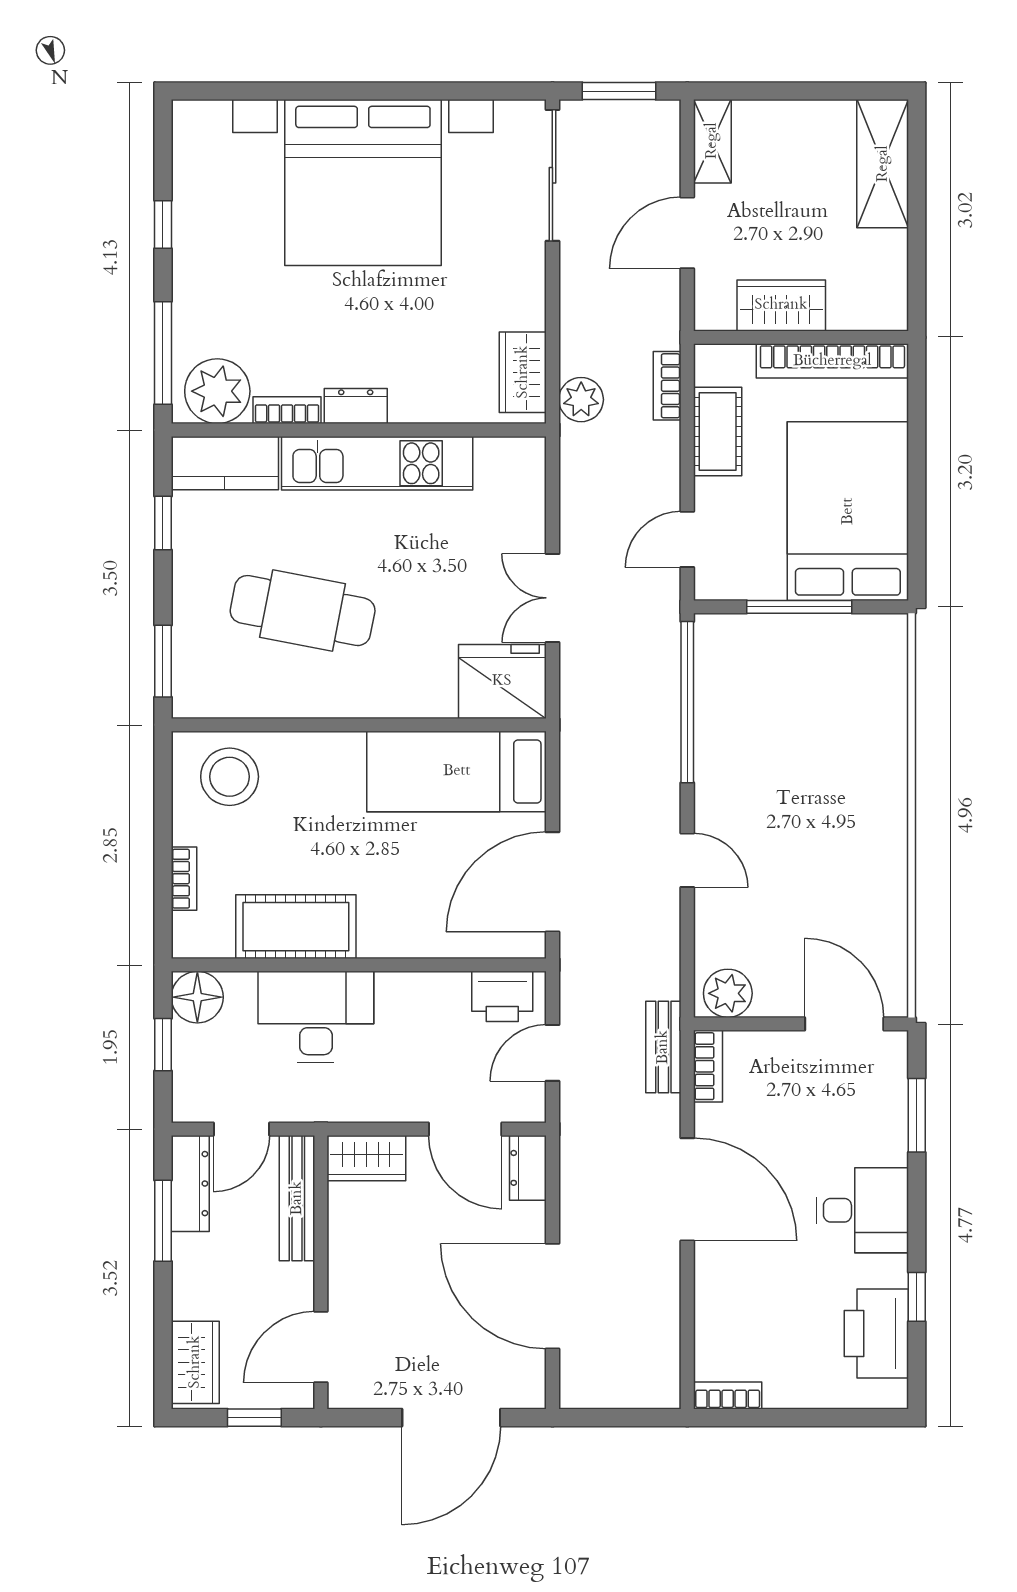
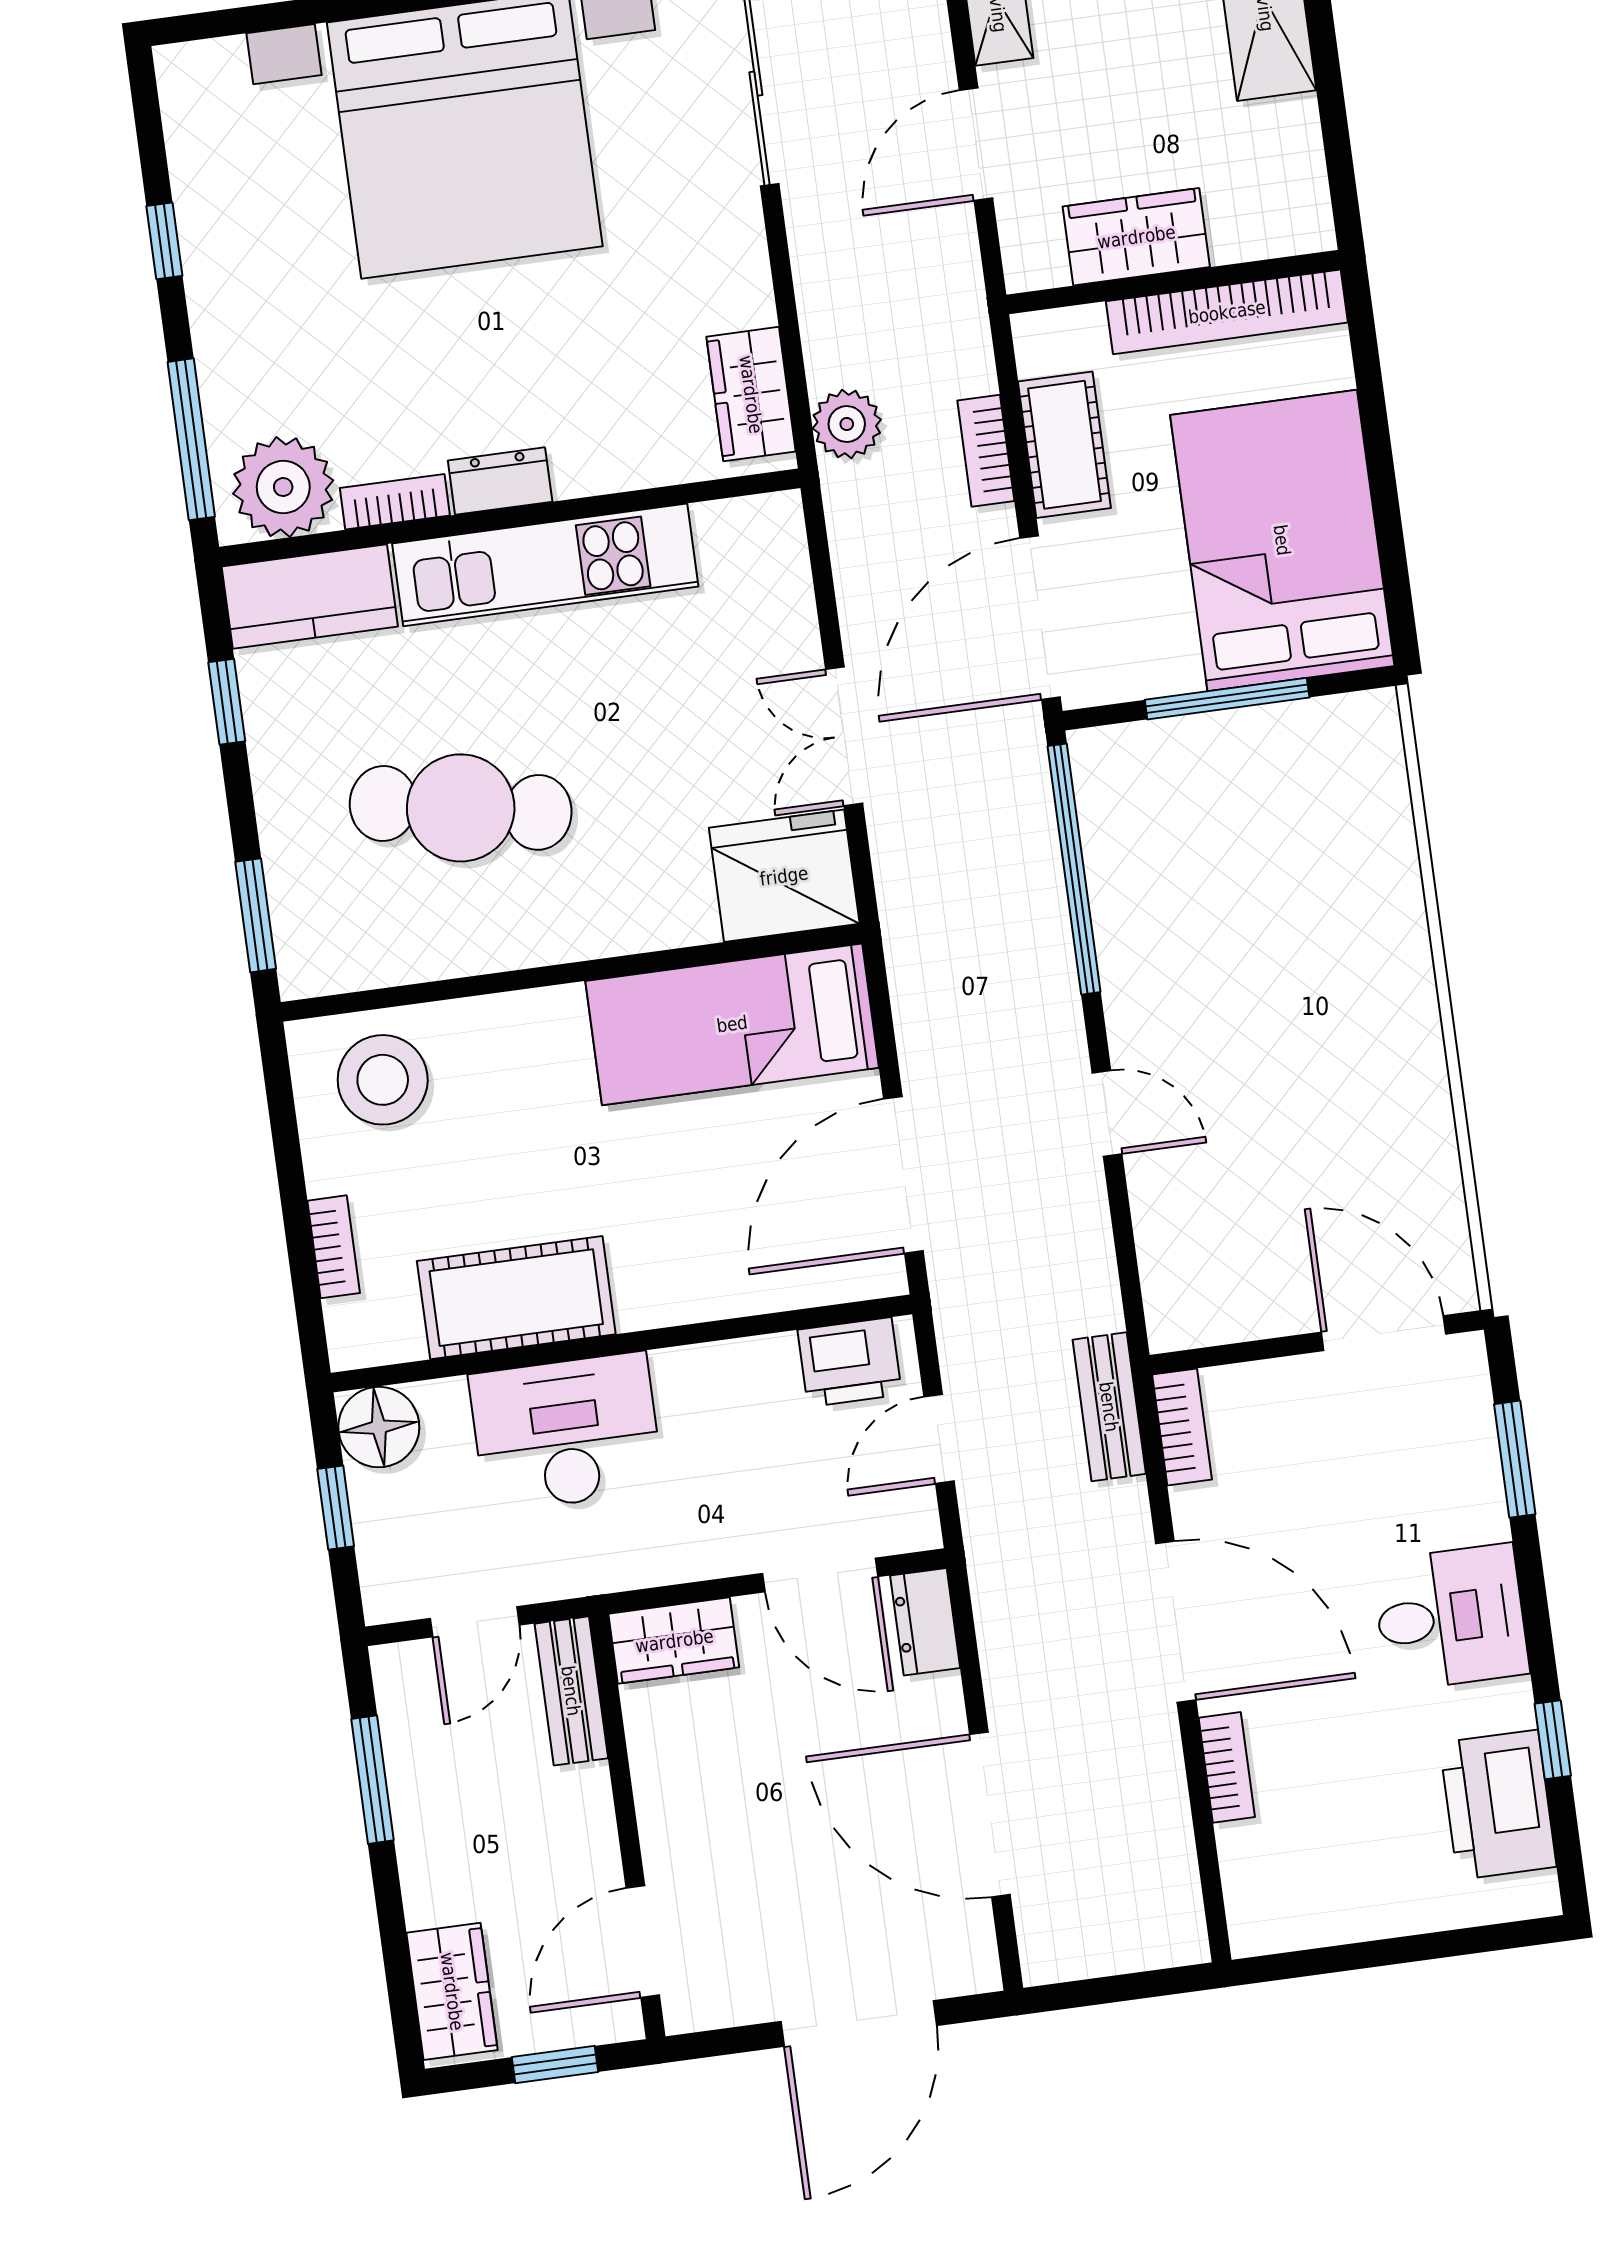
bookcase: (667, 386) -> (986, 451), moved
door: (687, 539) -> (1040, 618), width x1.87
plant: (728, 993) -> (1197, 1310), removed
dresser: (190, 1184) -> (407, 1717), removed
bench: (297, 1198) -> (571, 1691), width x0.73
bookcase: (728, 1396) -> (1227, 1767), moved, turned 90

